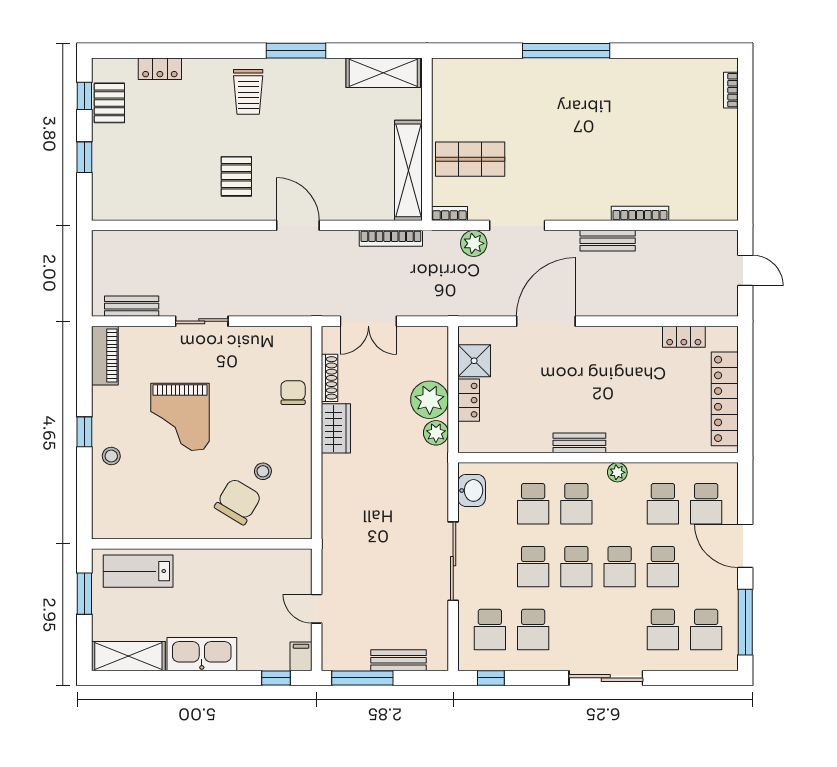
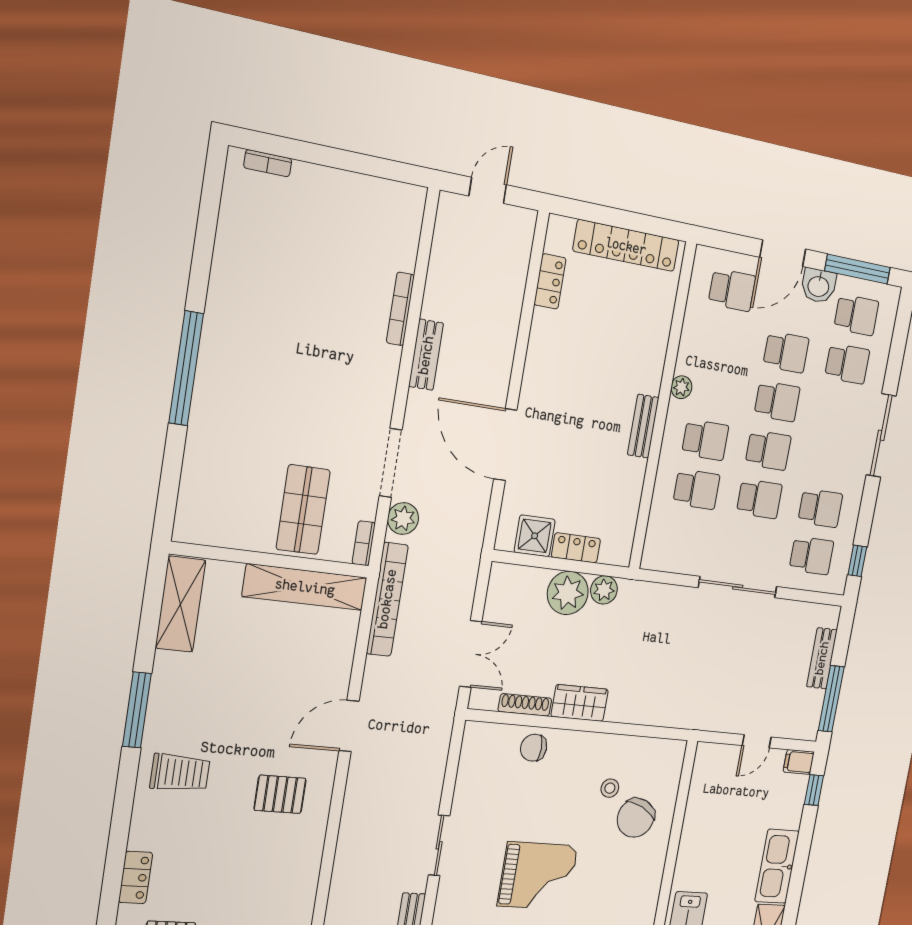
bookcase: (391, 238) -> (387, 599), width x1.48, depth x1.31
washbasin: (472, 490) -> (819, 286), moved, turned 180
chair: (238, 501) -> (636, 818), turned -95
school desk: (663, 504) -> (723, 340), removed

